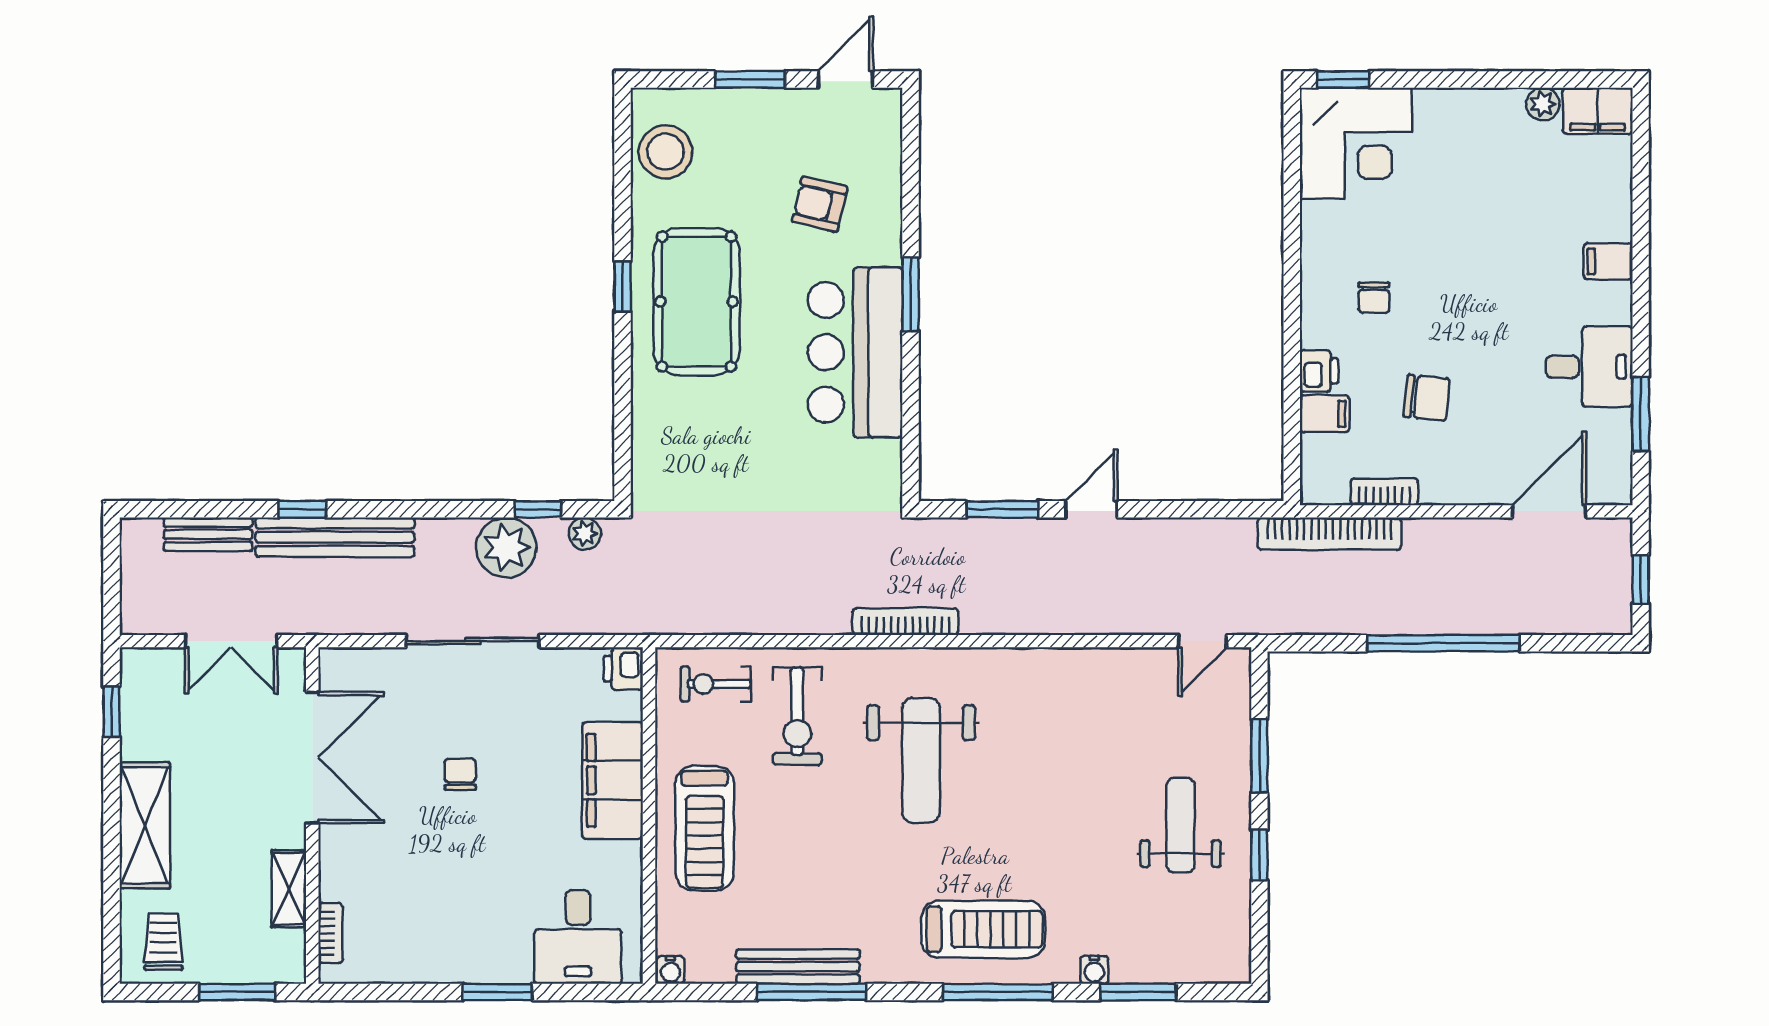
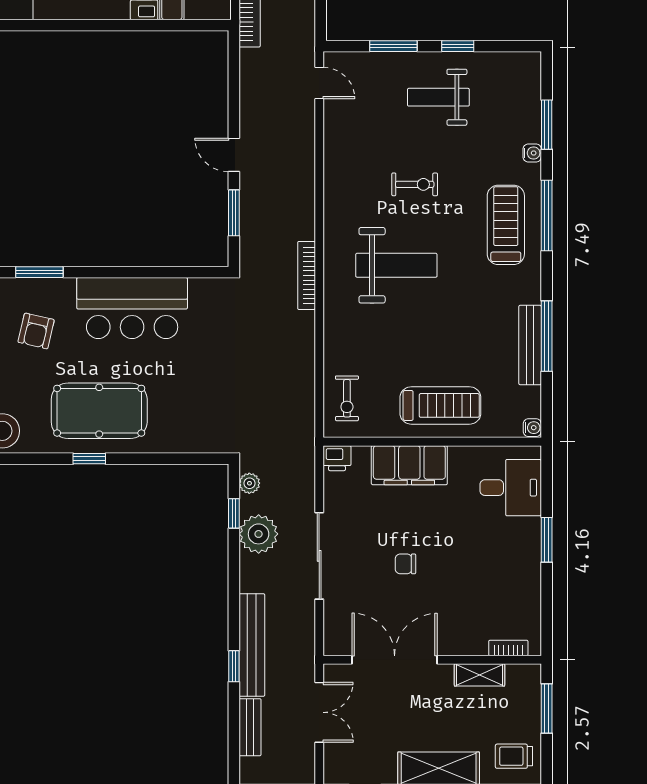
window: (911, 294) -> (39, 272), moved
exercise bike: (797, 716) -> (415, 184), moved, width x0.73, depth x0.72

